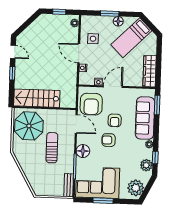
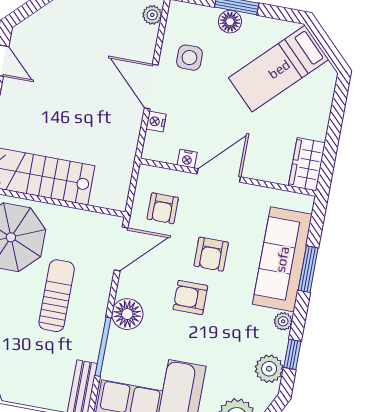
floor lamp: (118, 21) -> (230, 22), moved
wardrobe: (150, 71) -> (307, 164), width x0.67
armchair: (91, 104) -> (163, 208), width x0.53, depth x0.53
window: (157, 105) -> (308, 269), moved
door: (76, 124) -> (121, 249), hinge flipped

